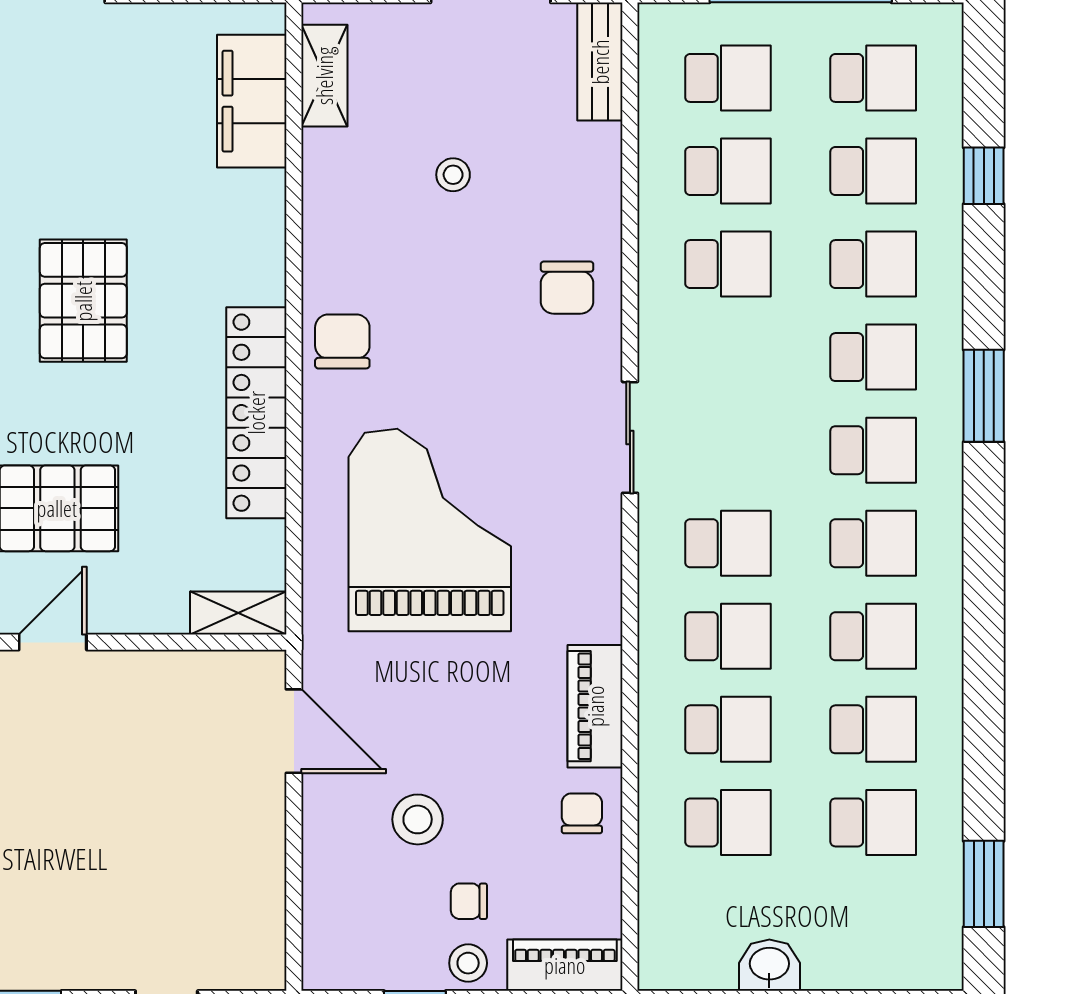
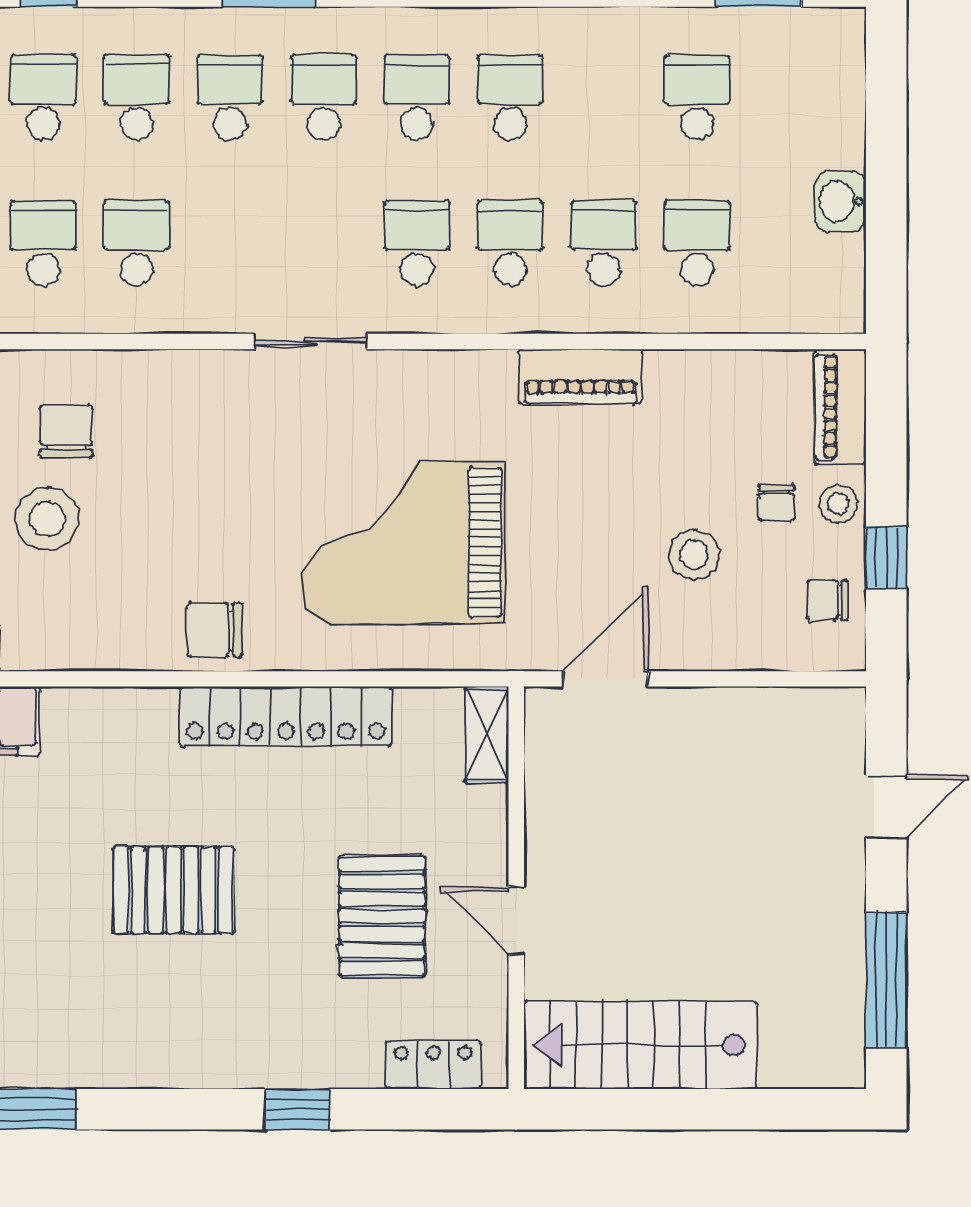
stool: (453, 175) -> (47, 519), width x1.89, depth x1.89
chair: (567, 288) -> (66, 431), moved, turned -90
school desk: (873, 729) -> (604, 97), removed
chair: (582, 813) -> (827, 600), moved

